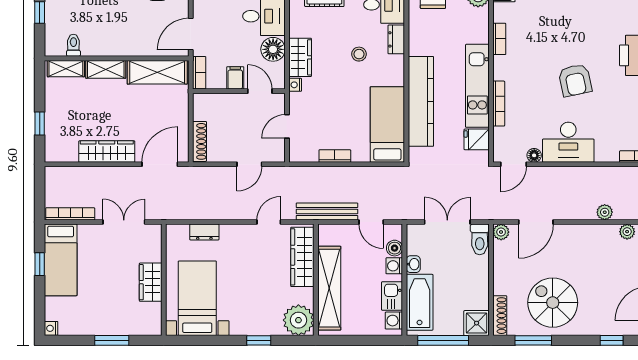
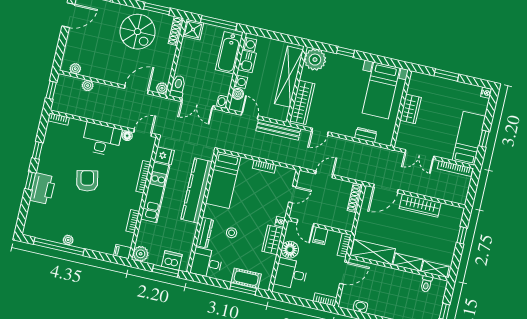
dresser: (396, 39) -> (205, 233), width x1.44
washbasin: (413, 264) -> (222, 102), moved

